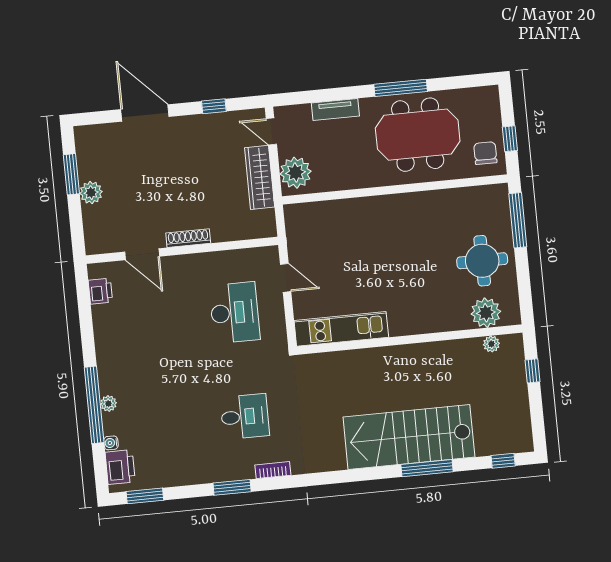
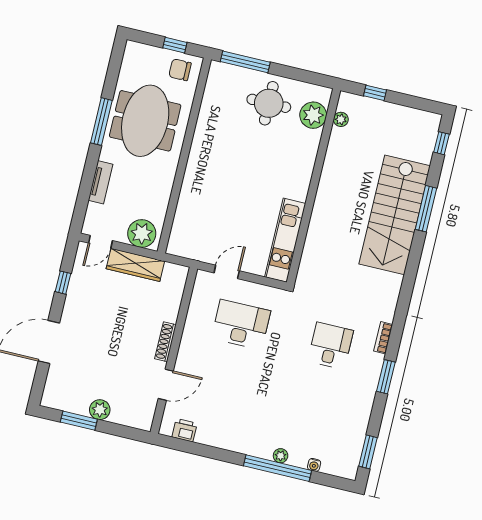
printer: (120, 467) -> (337, 464), removed

